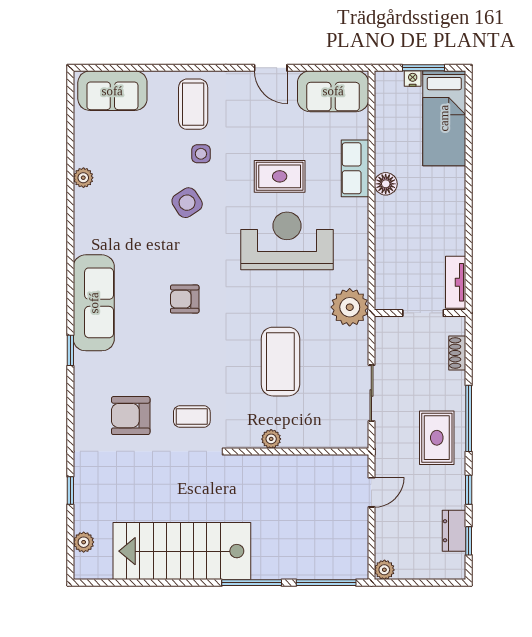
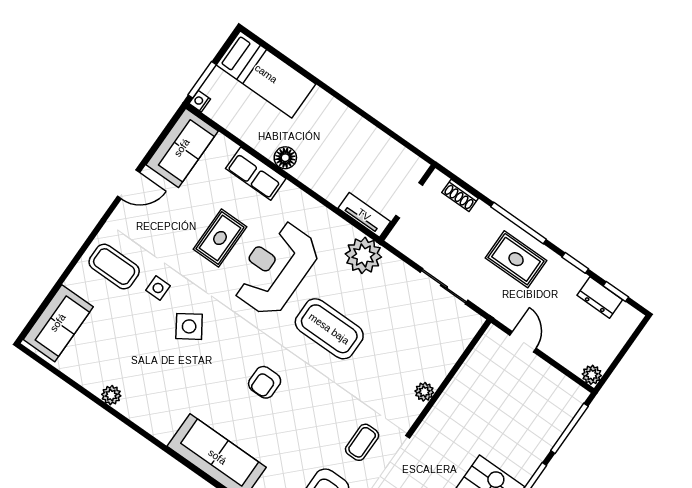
window: (423, 68) -> (202, 80), moved
nightstand: (413, 79) -> (200, 101), moved
tv unit: (456, 282) -> (364, 215), moved, turned 180
coffee table: (280, 362) -> (329, 329), moved

